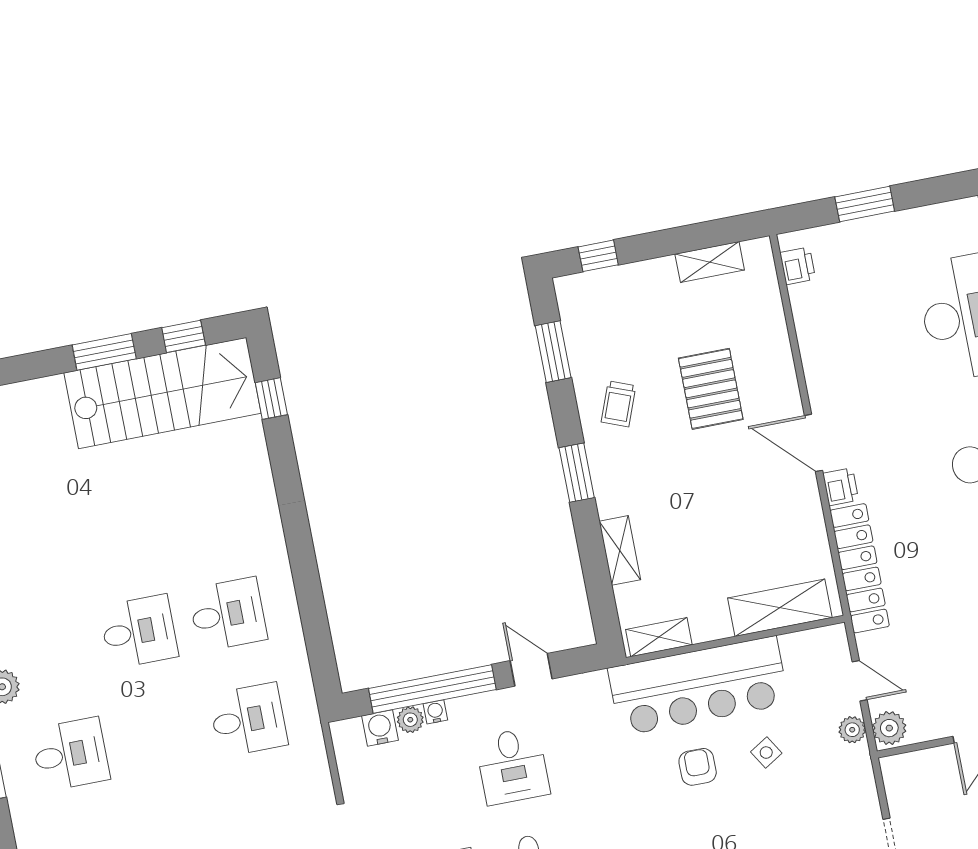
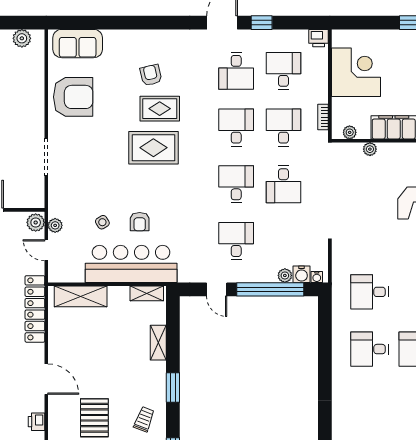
printer: (841, 487) -> (37, 422), moved
water cooler: (435, 712) -> (317, 277), moved

